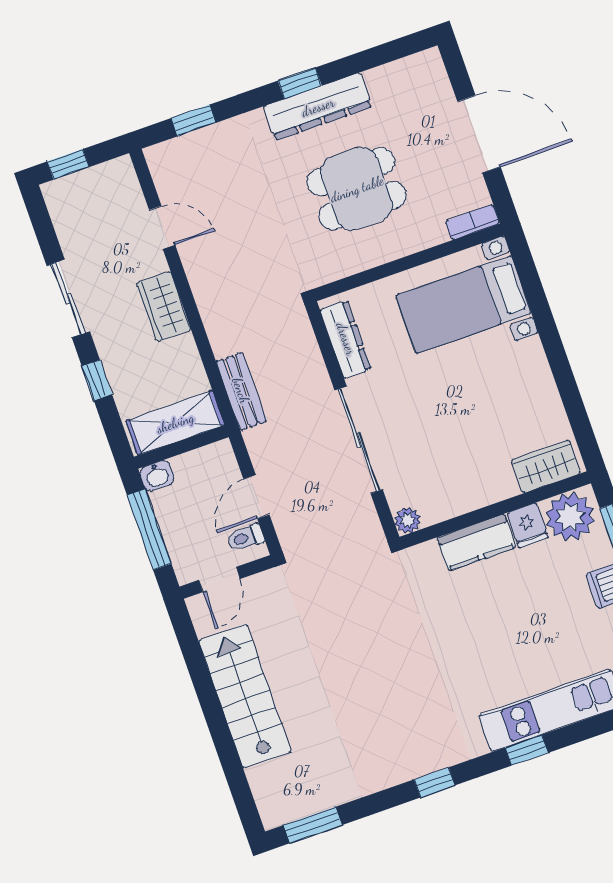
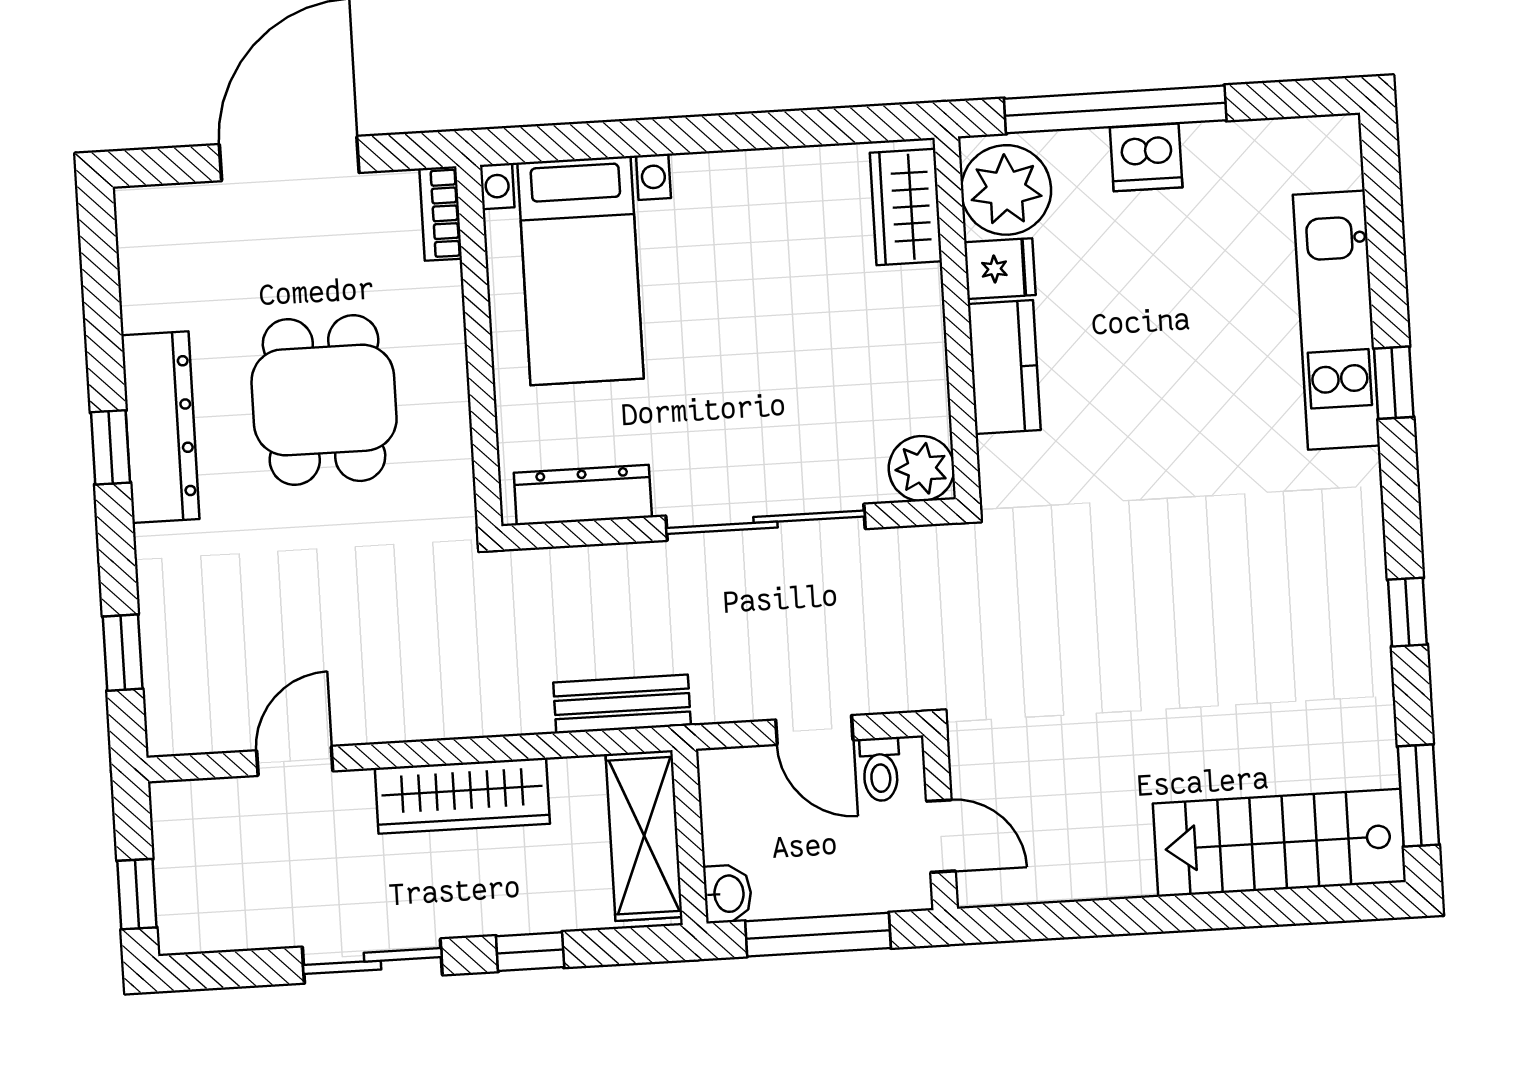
wardrobe: (164, 306) -> (462, 796), width x1.50
plant: (407, 520) -> (921, 469), width x1.38, depth x1.38
stairs: (245, 696) -> (1279, 843), moved
window: (435, 782) -> (1407, 612), moved

